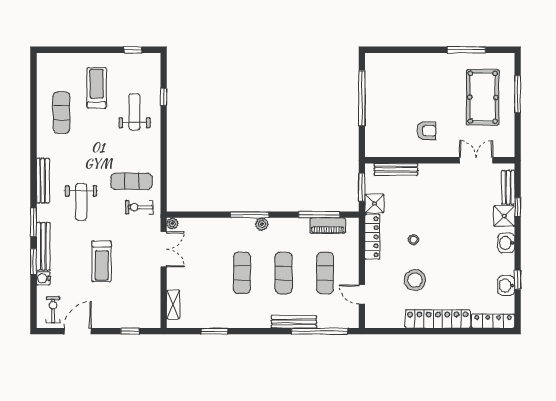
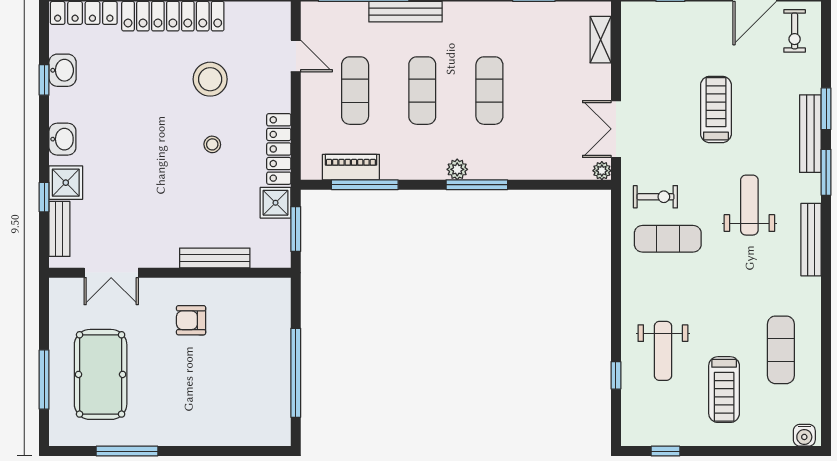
bench: (396, 169) -> (215, 258), moved
water cooler: (43, 278) -> (804, 435), moved, turned 90

